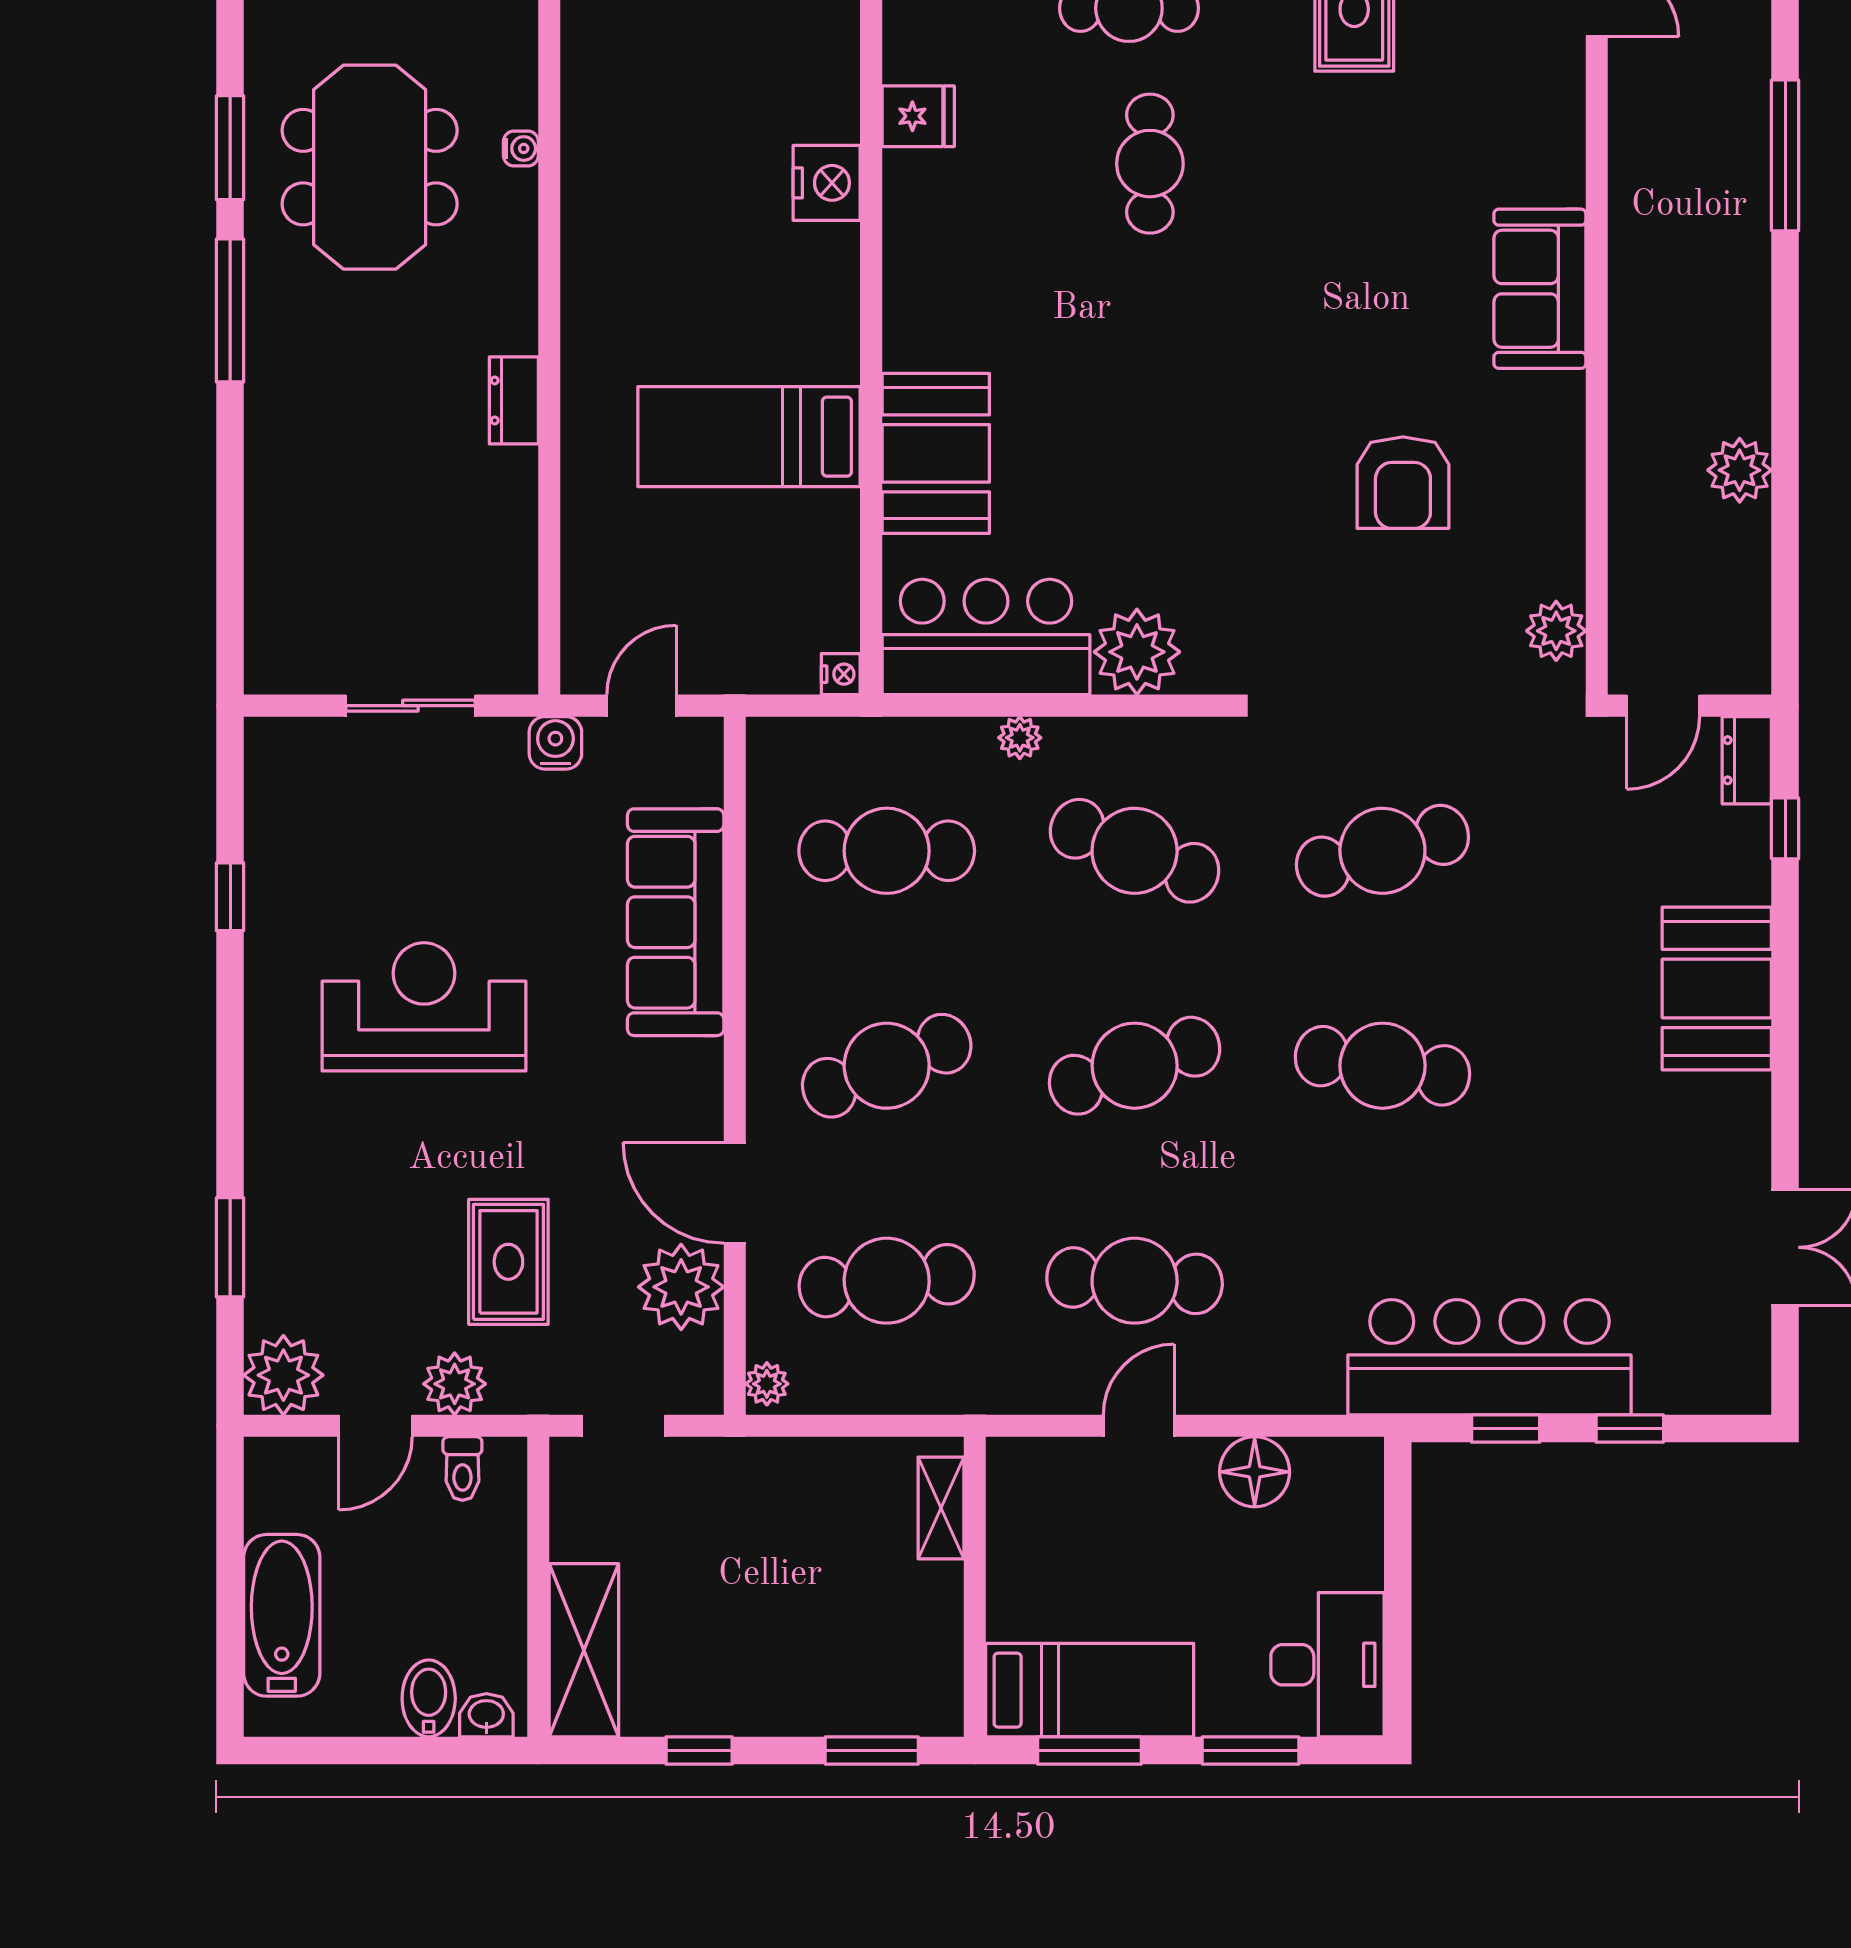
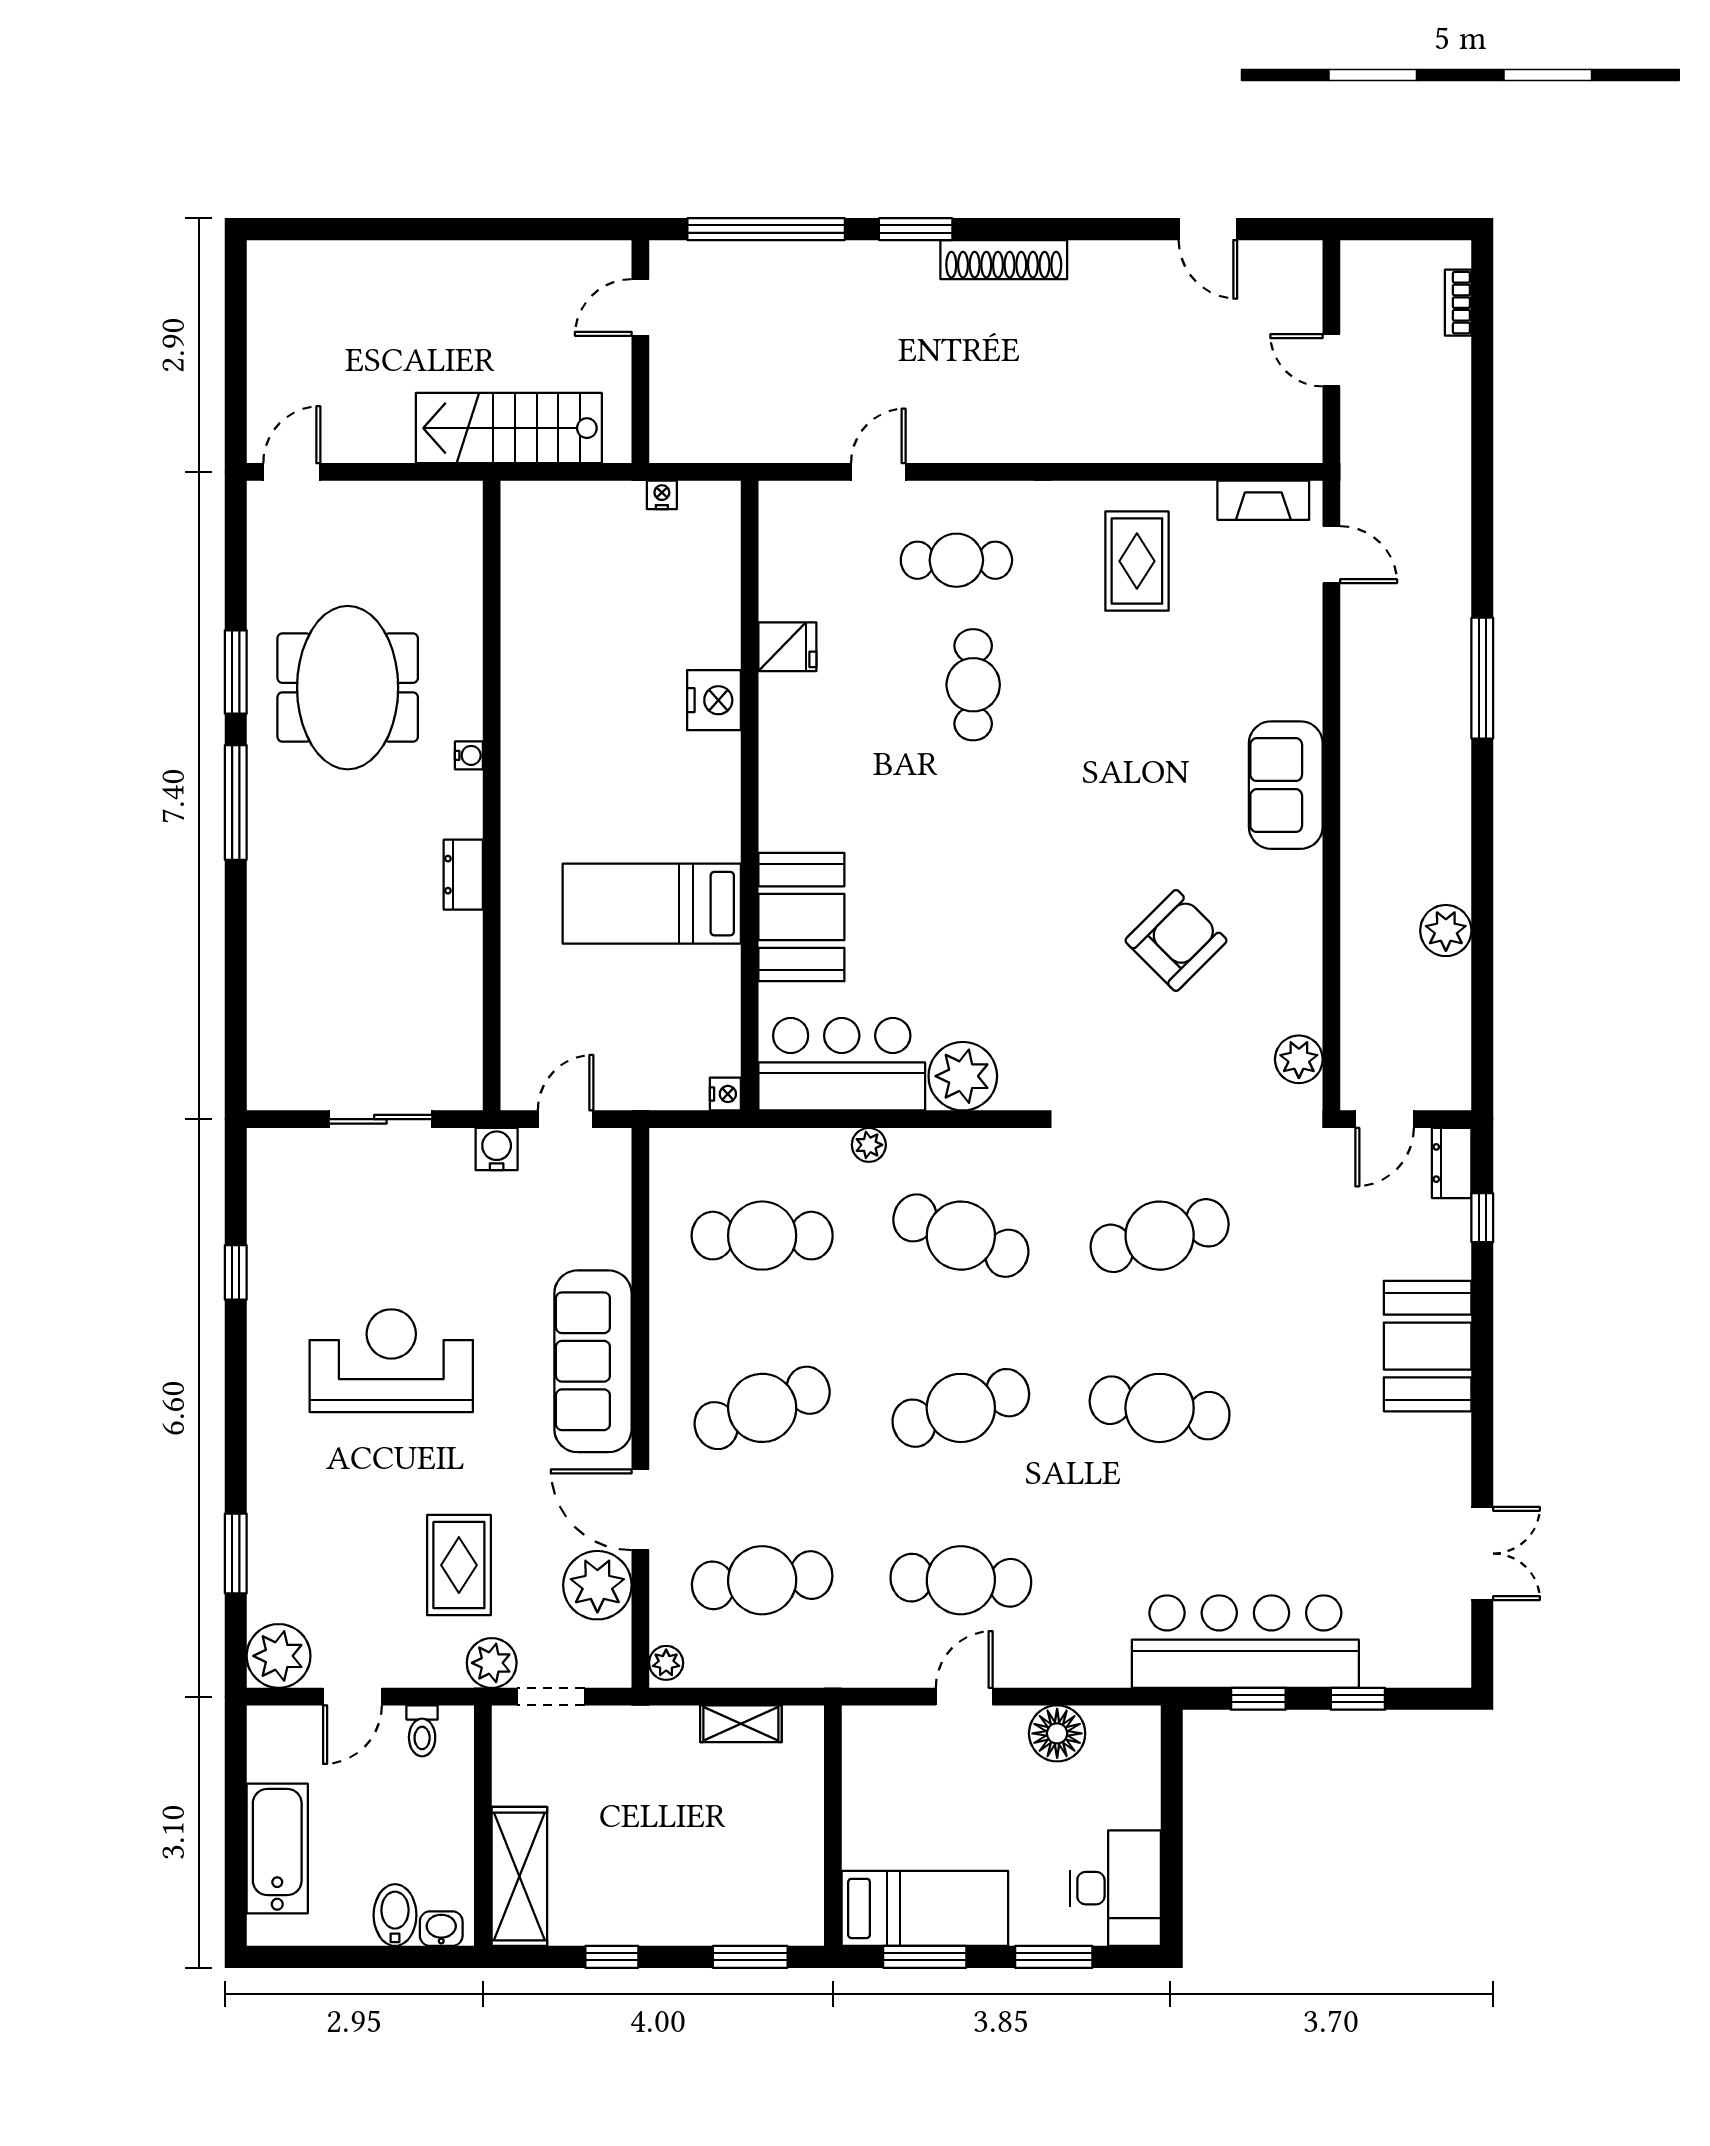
water cooler: (521, 148) -> (469, 755), moved
armchair: (1403, 483) -> (1176, 940), turned -135
sofa: (676, 922) -> (593, 1361), moved
plant: (455, 1384) -> (492, 1663), moved
shelving: (941, 1508) -> (741, 1724), moved, turned 90

